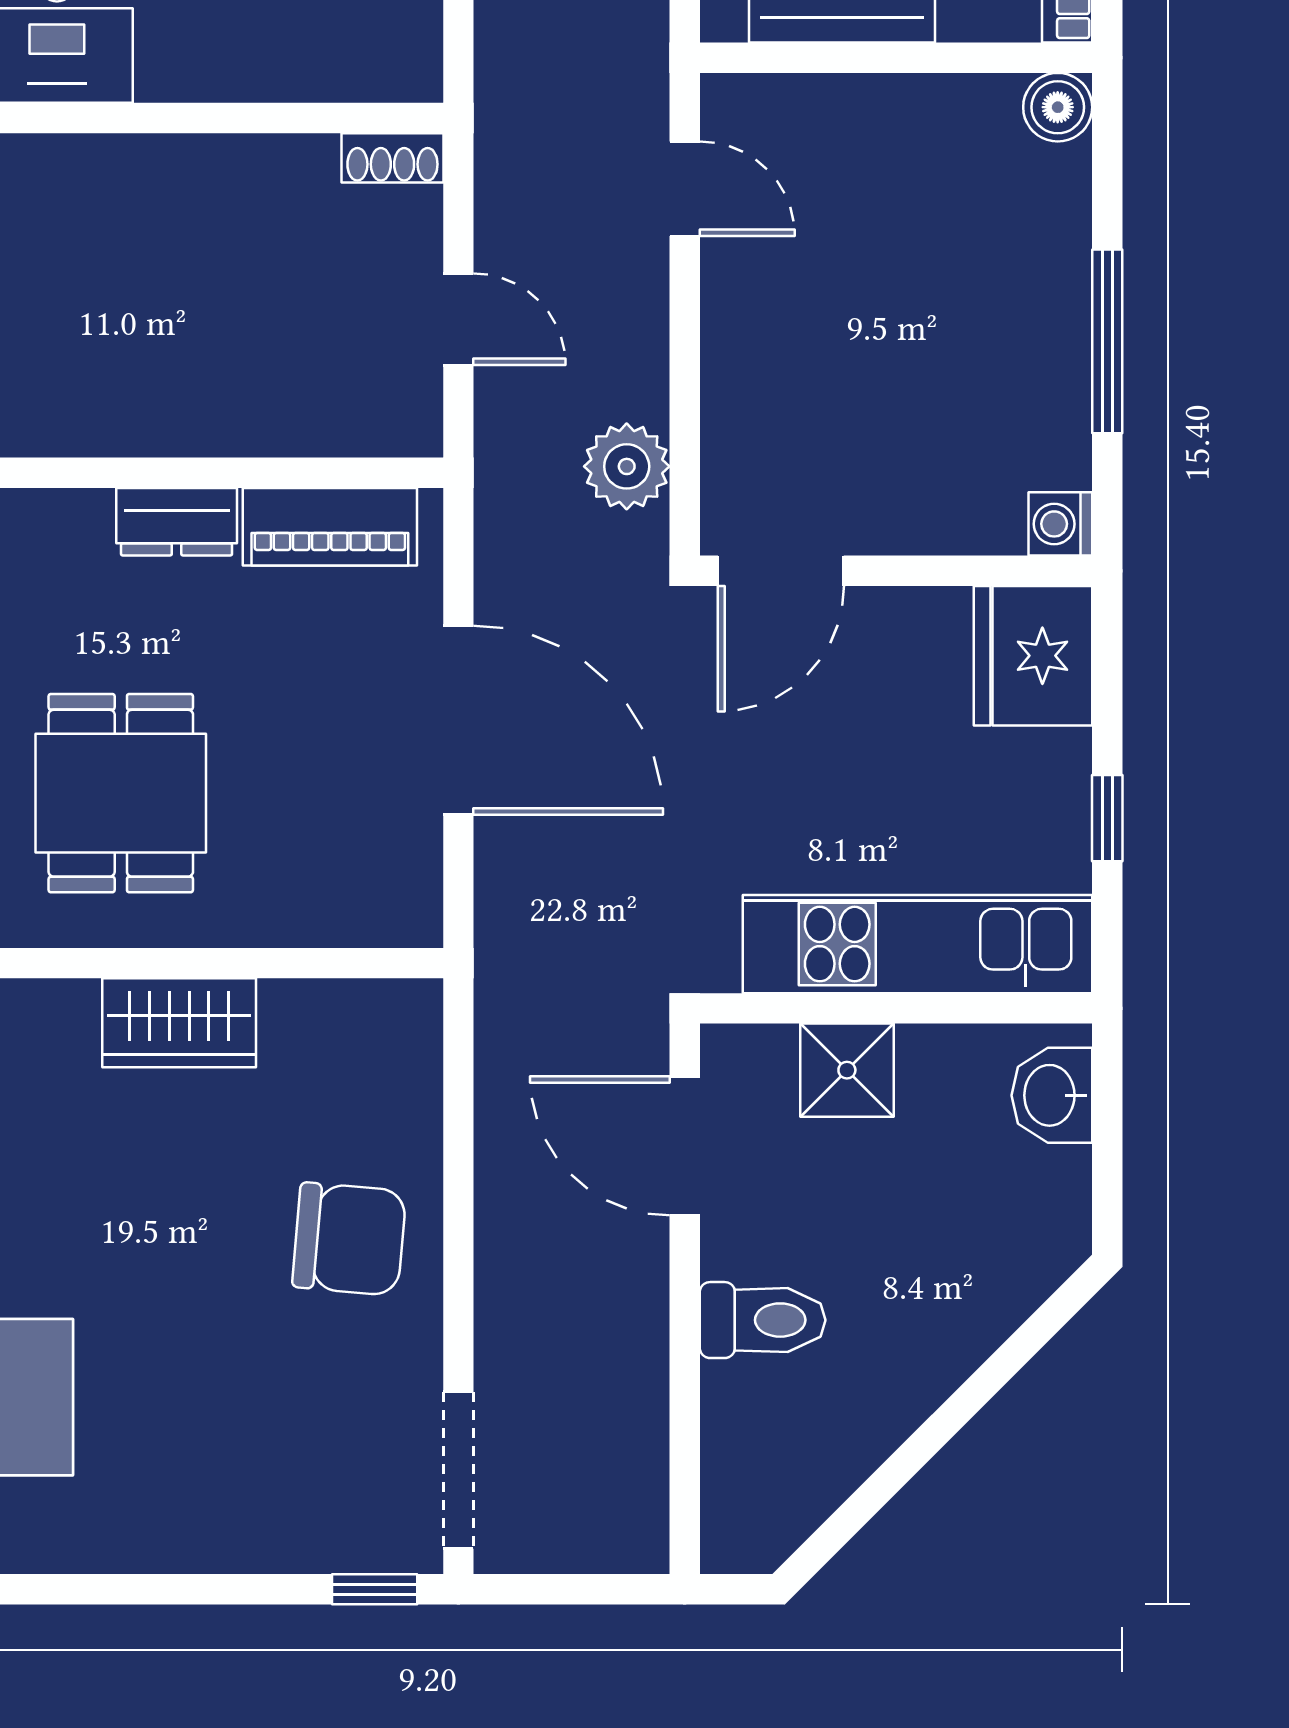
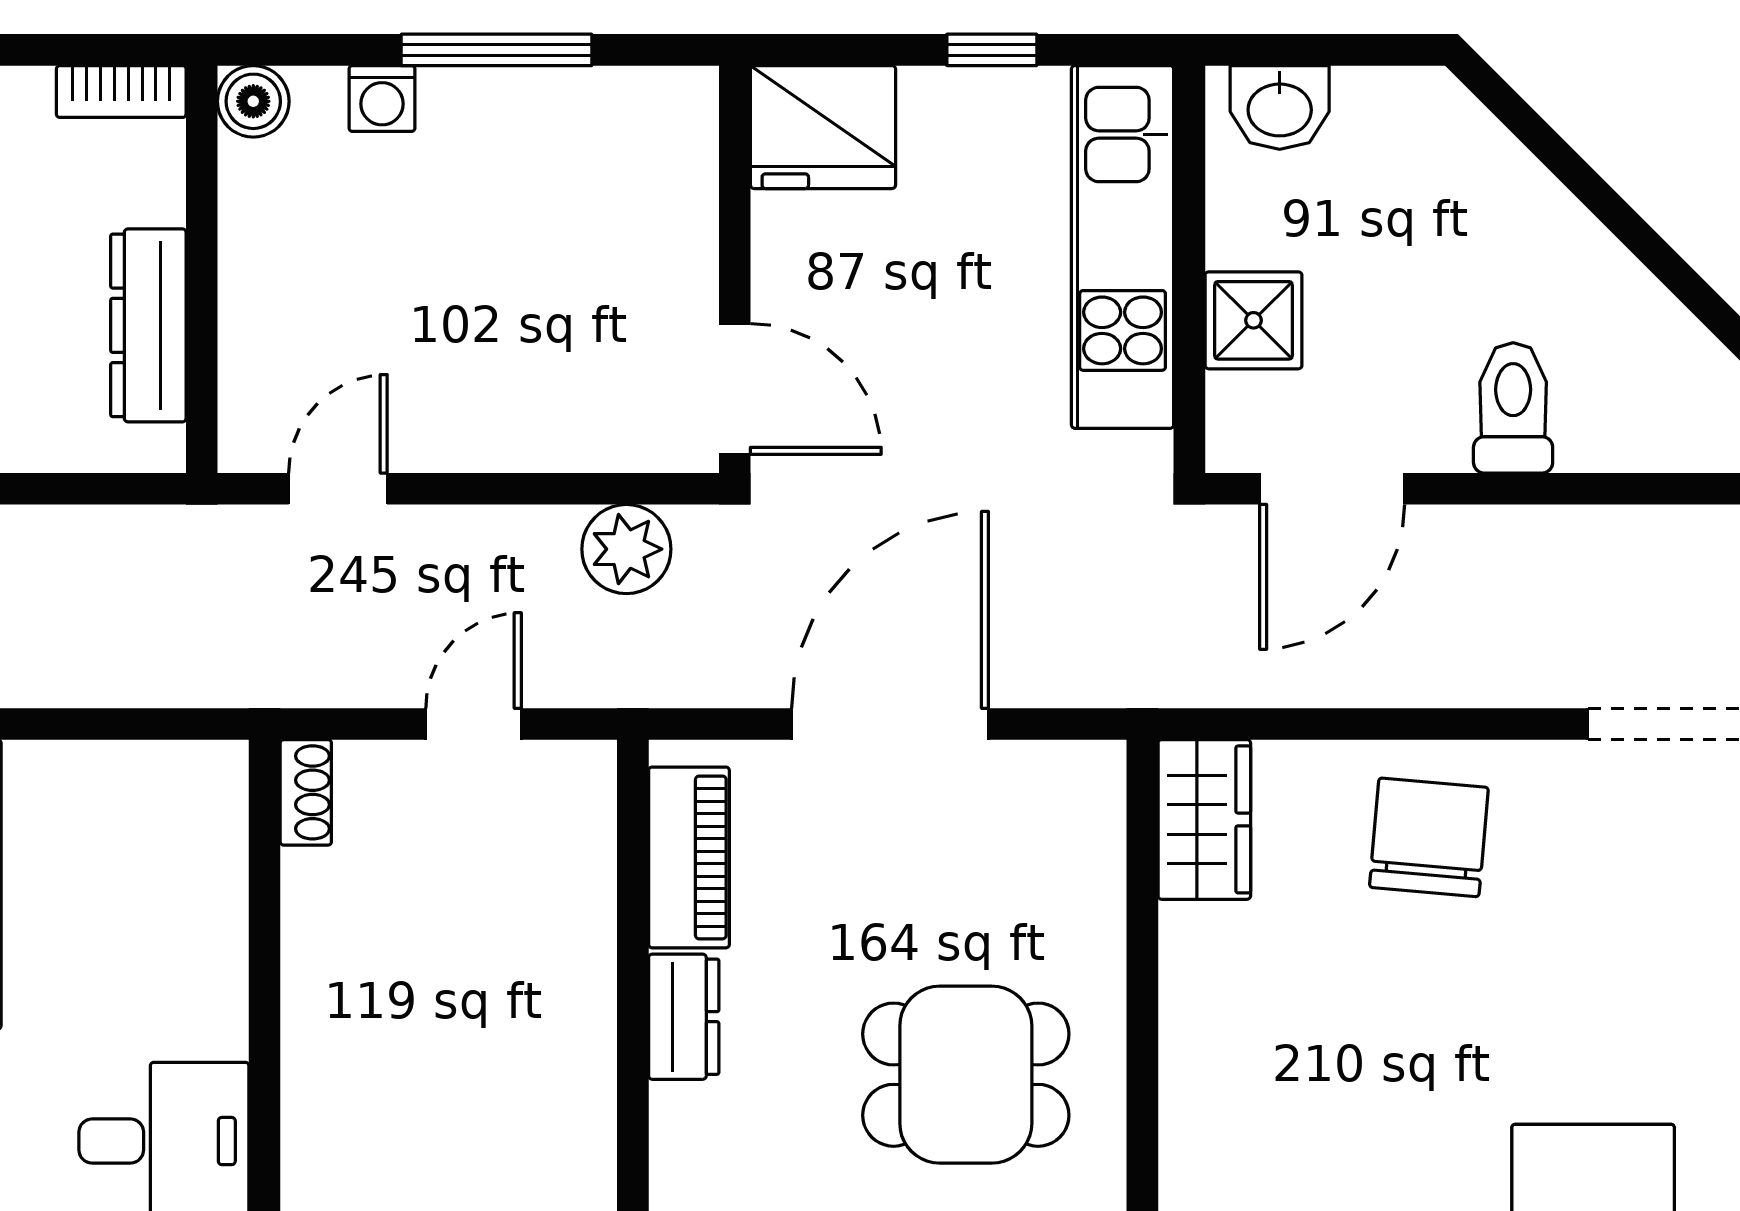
washing machine: (1060, 524) -> (382, 99), moved
wardrobe: (179, 1023) -> (1204, 819), moved

